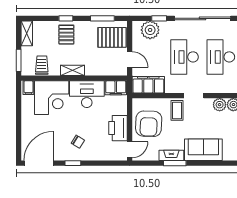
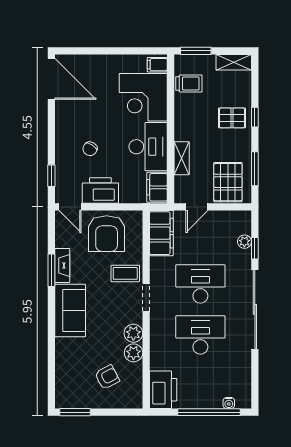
plant: (150, 30) -> (244, 242), width x0.53, depth x0.53
shelving: (72, 70) -> (182, 158), moved
armchair: (149, 124) -> (107, 234), turned -92
chair: (78, 142) -> (90, 149), moved
window: (73, 163) -> (51, 176), moved

